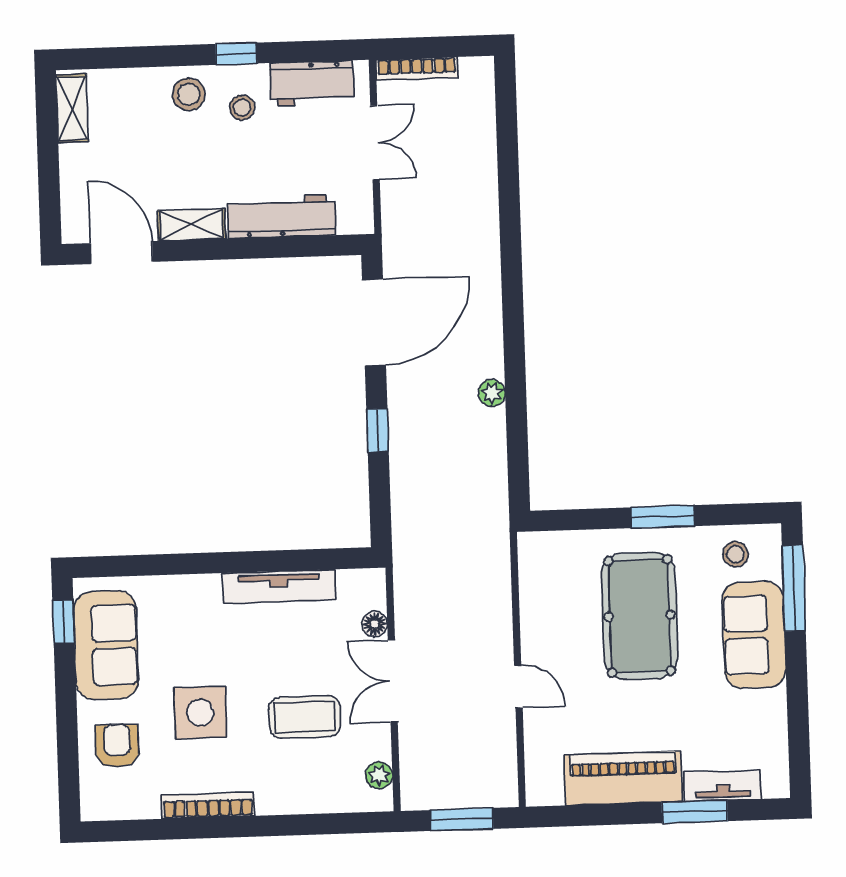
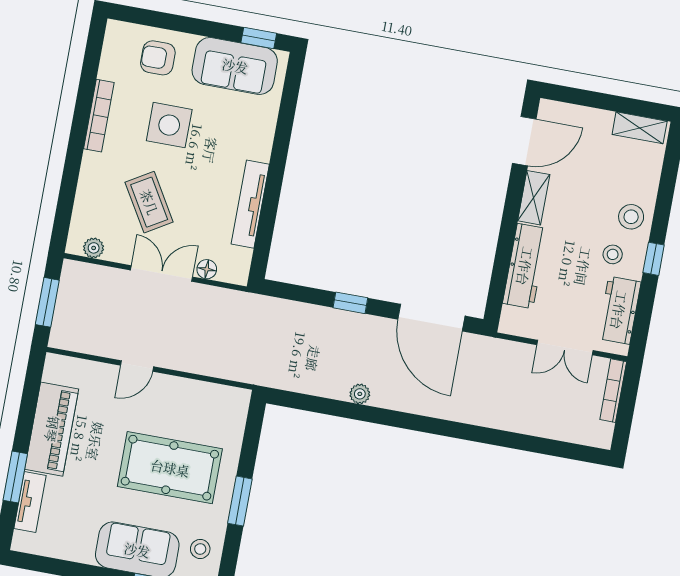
coffee table: (305, 717) -> (149, 202), turned -31
armchair: (117, 746) -> (158, 58), turned 180

